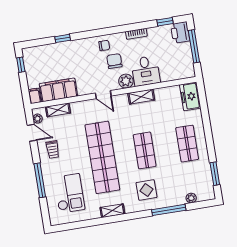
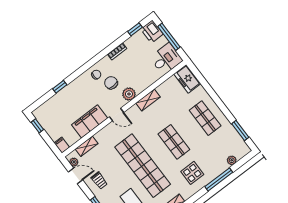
desk: (146, 71) -> (166, 59), moved, turned -90
filing cabinet: (58, 90) -> (90, 121), moved

